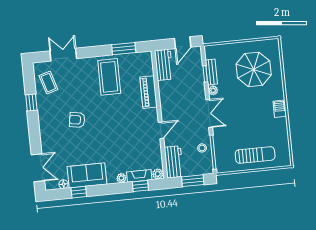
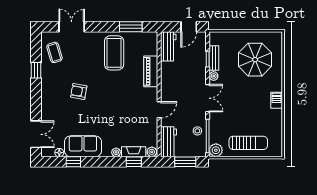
plant: (223, 166) -> (216, 150), added

